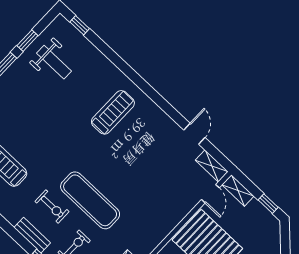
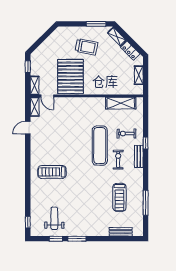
door: (210, 194) -> (47, 96), swing flipped

